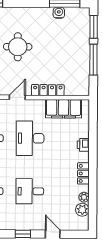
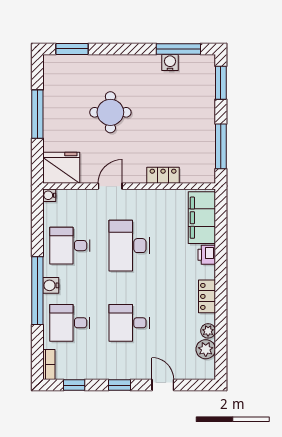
window: (93, 60) -> (221, 146), moved
locker: (48, 90) -> (163, 175), width x0.66
filing cabinet: (64, 109) -> (202, 218), moved, turned 90

